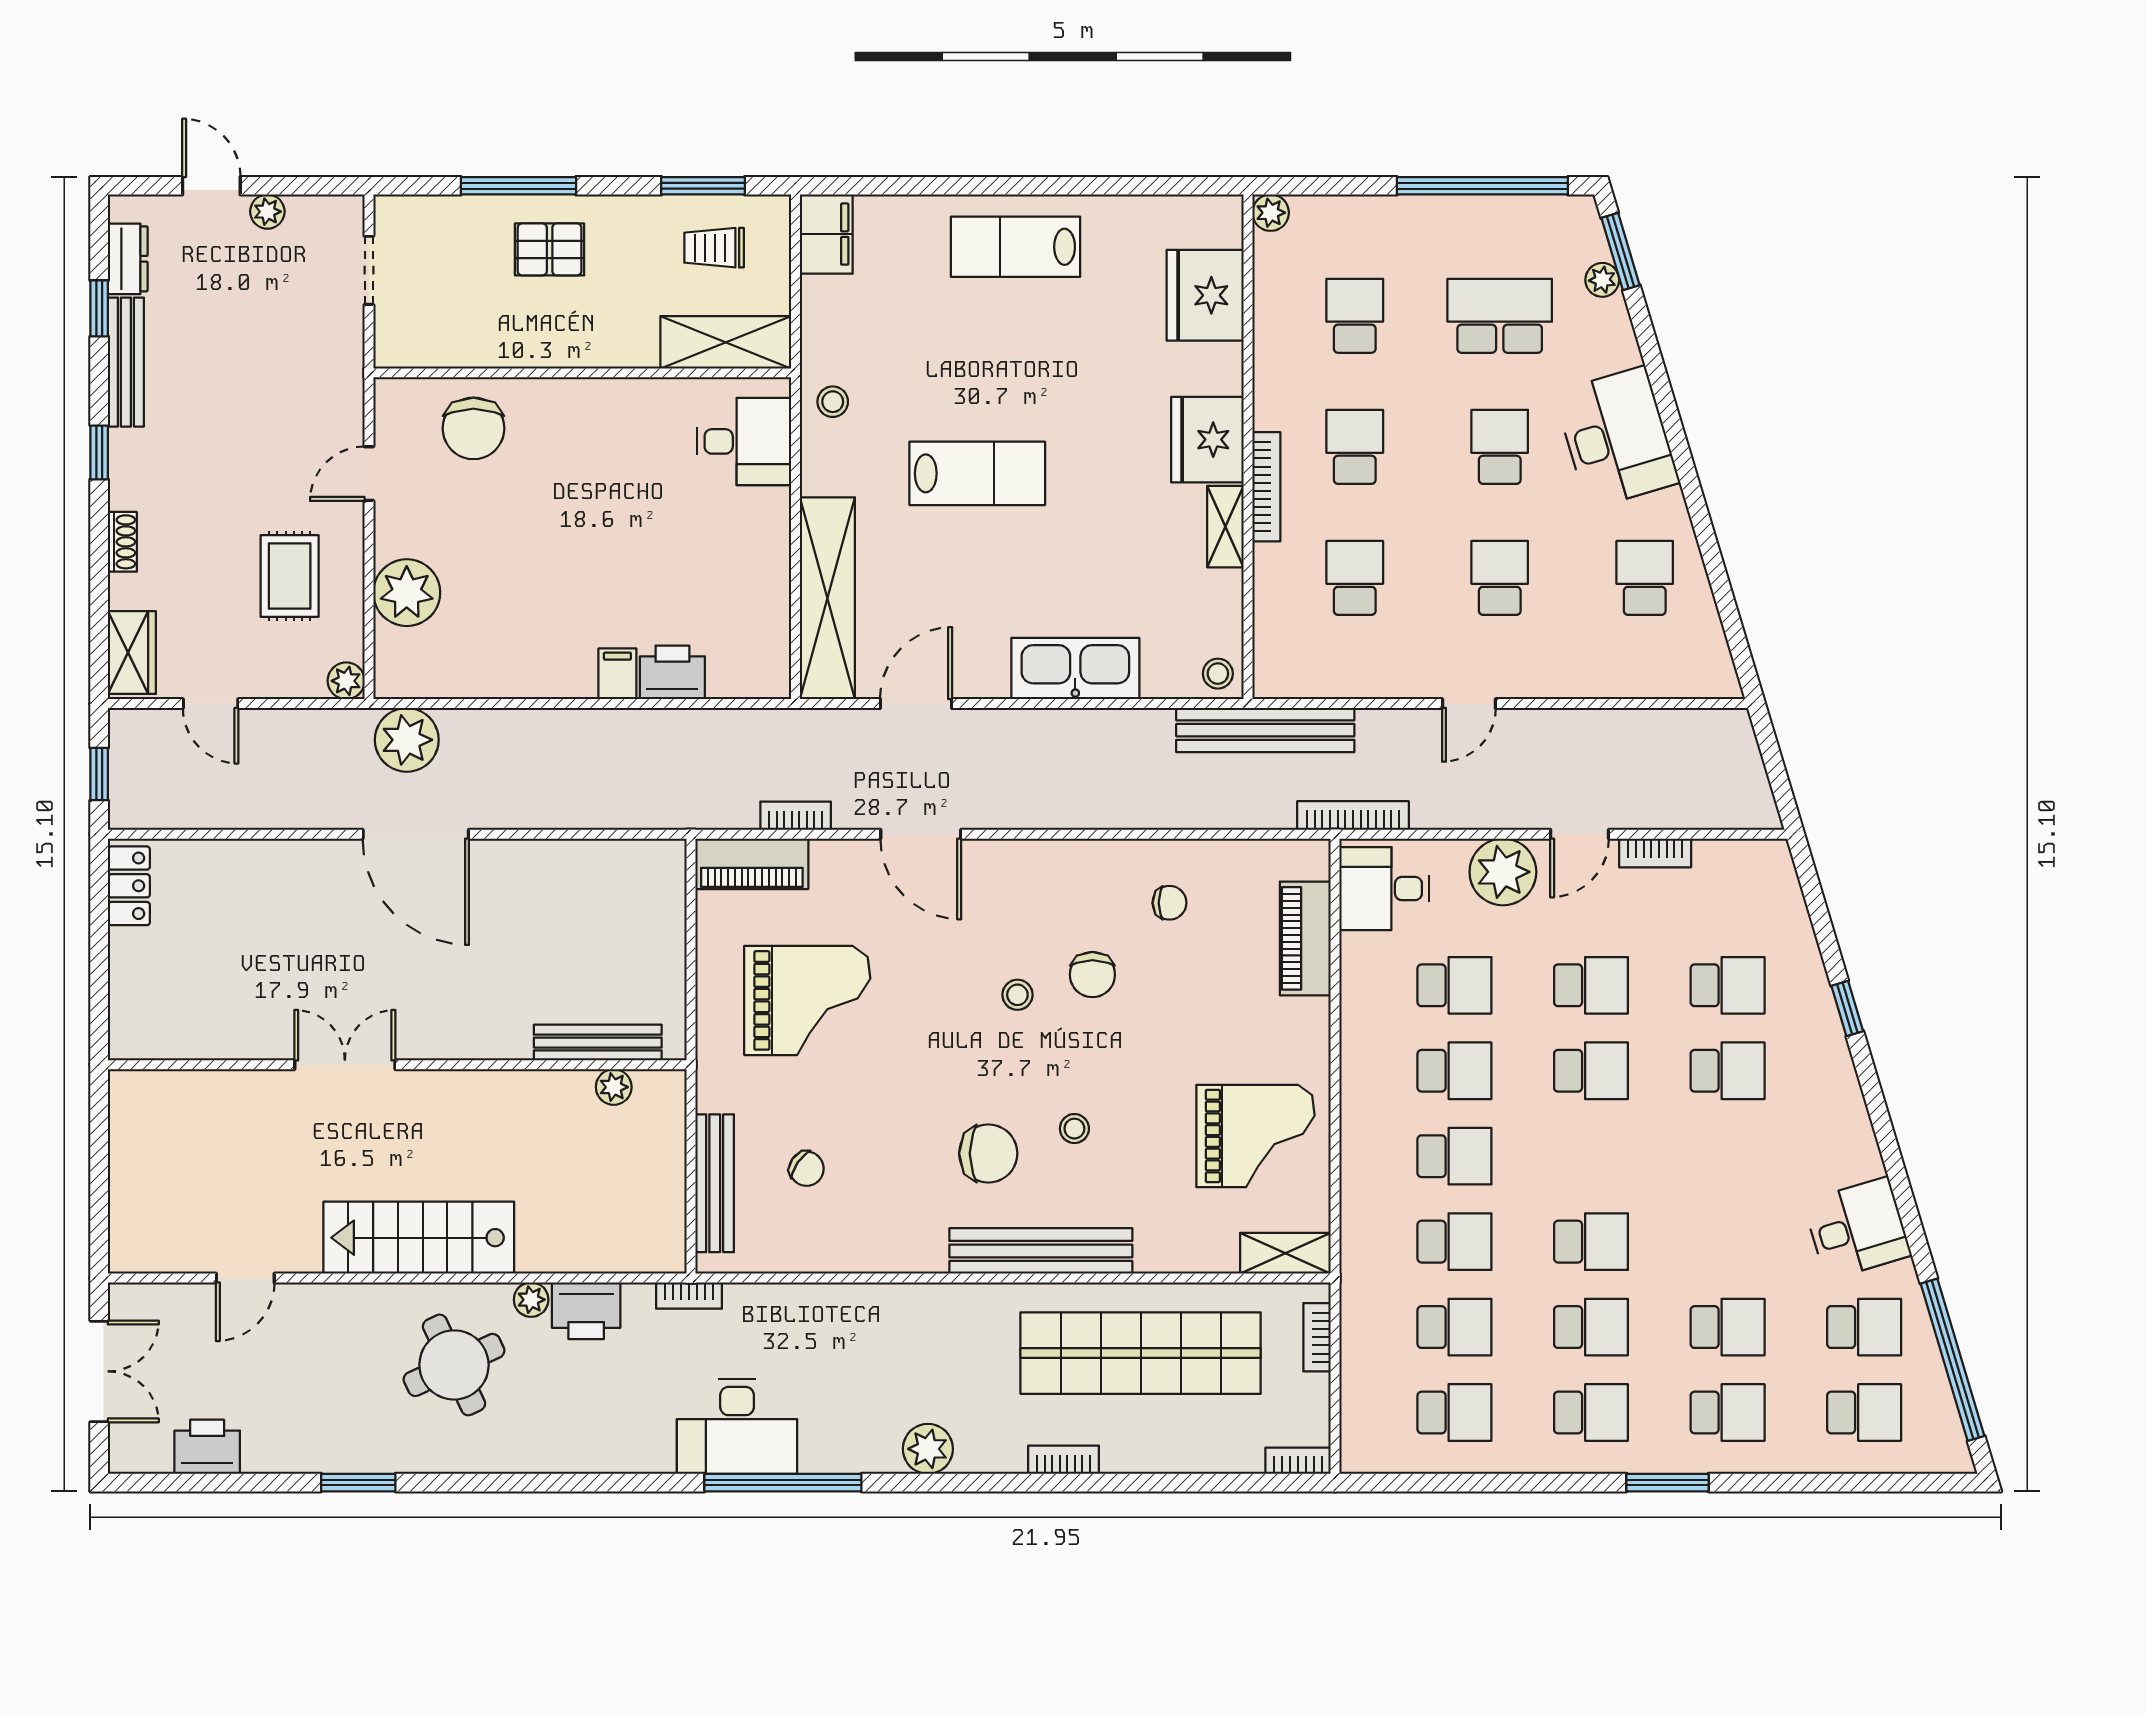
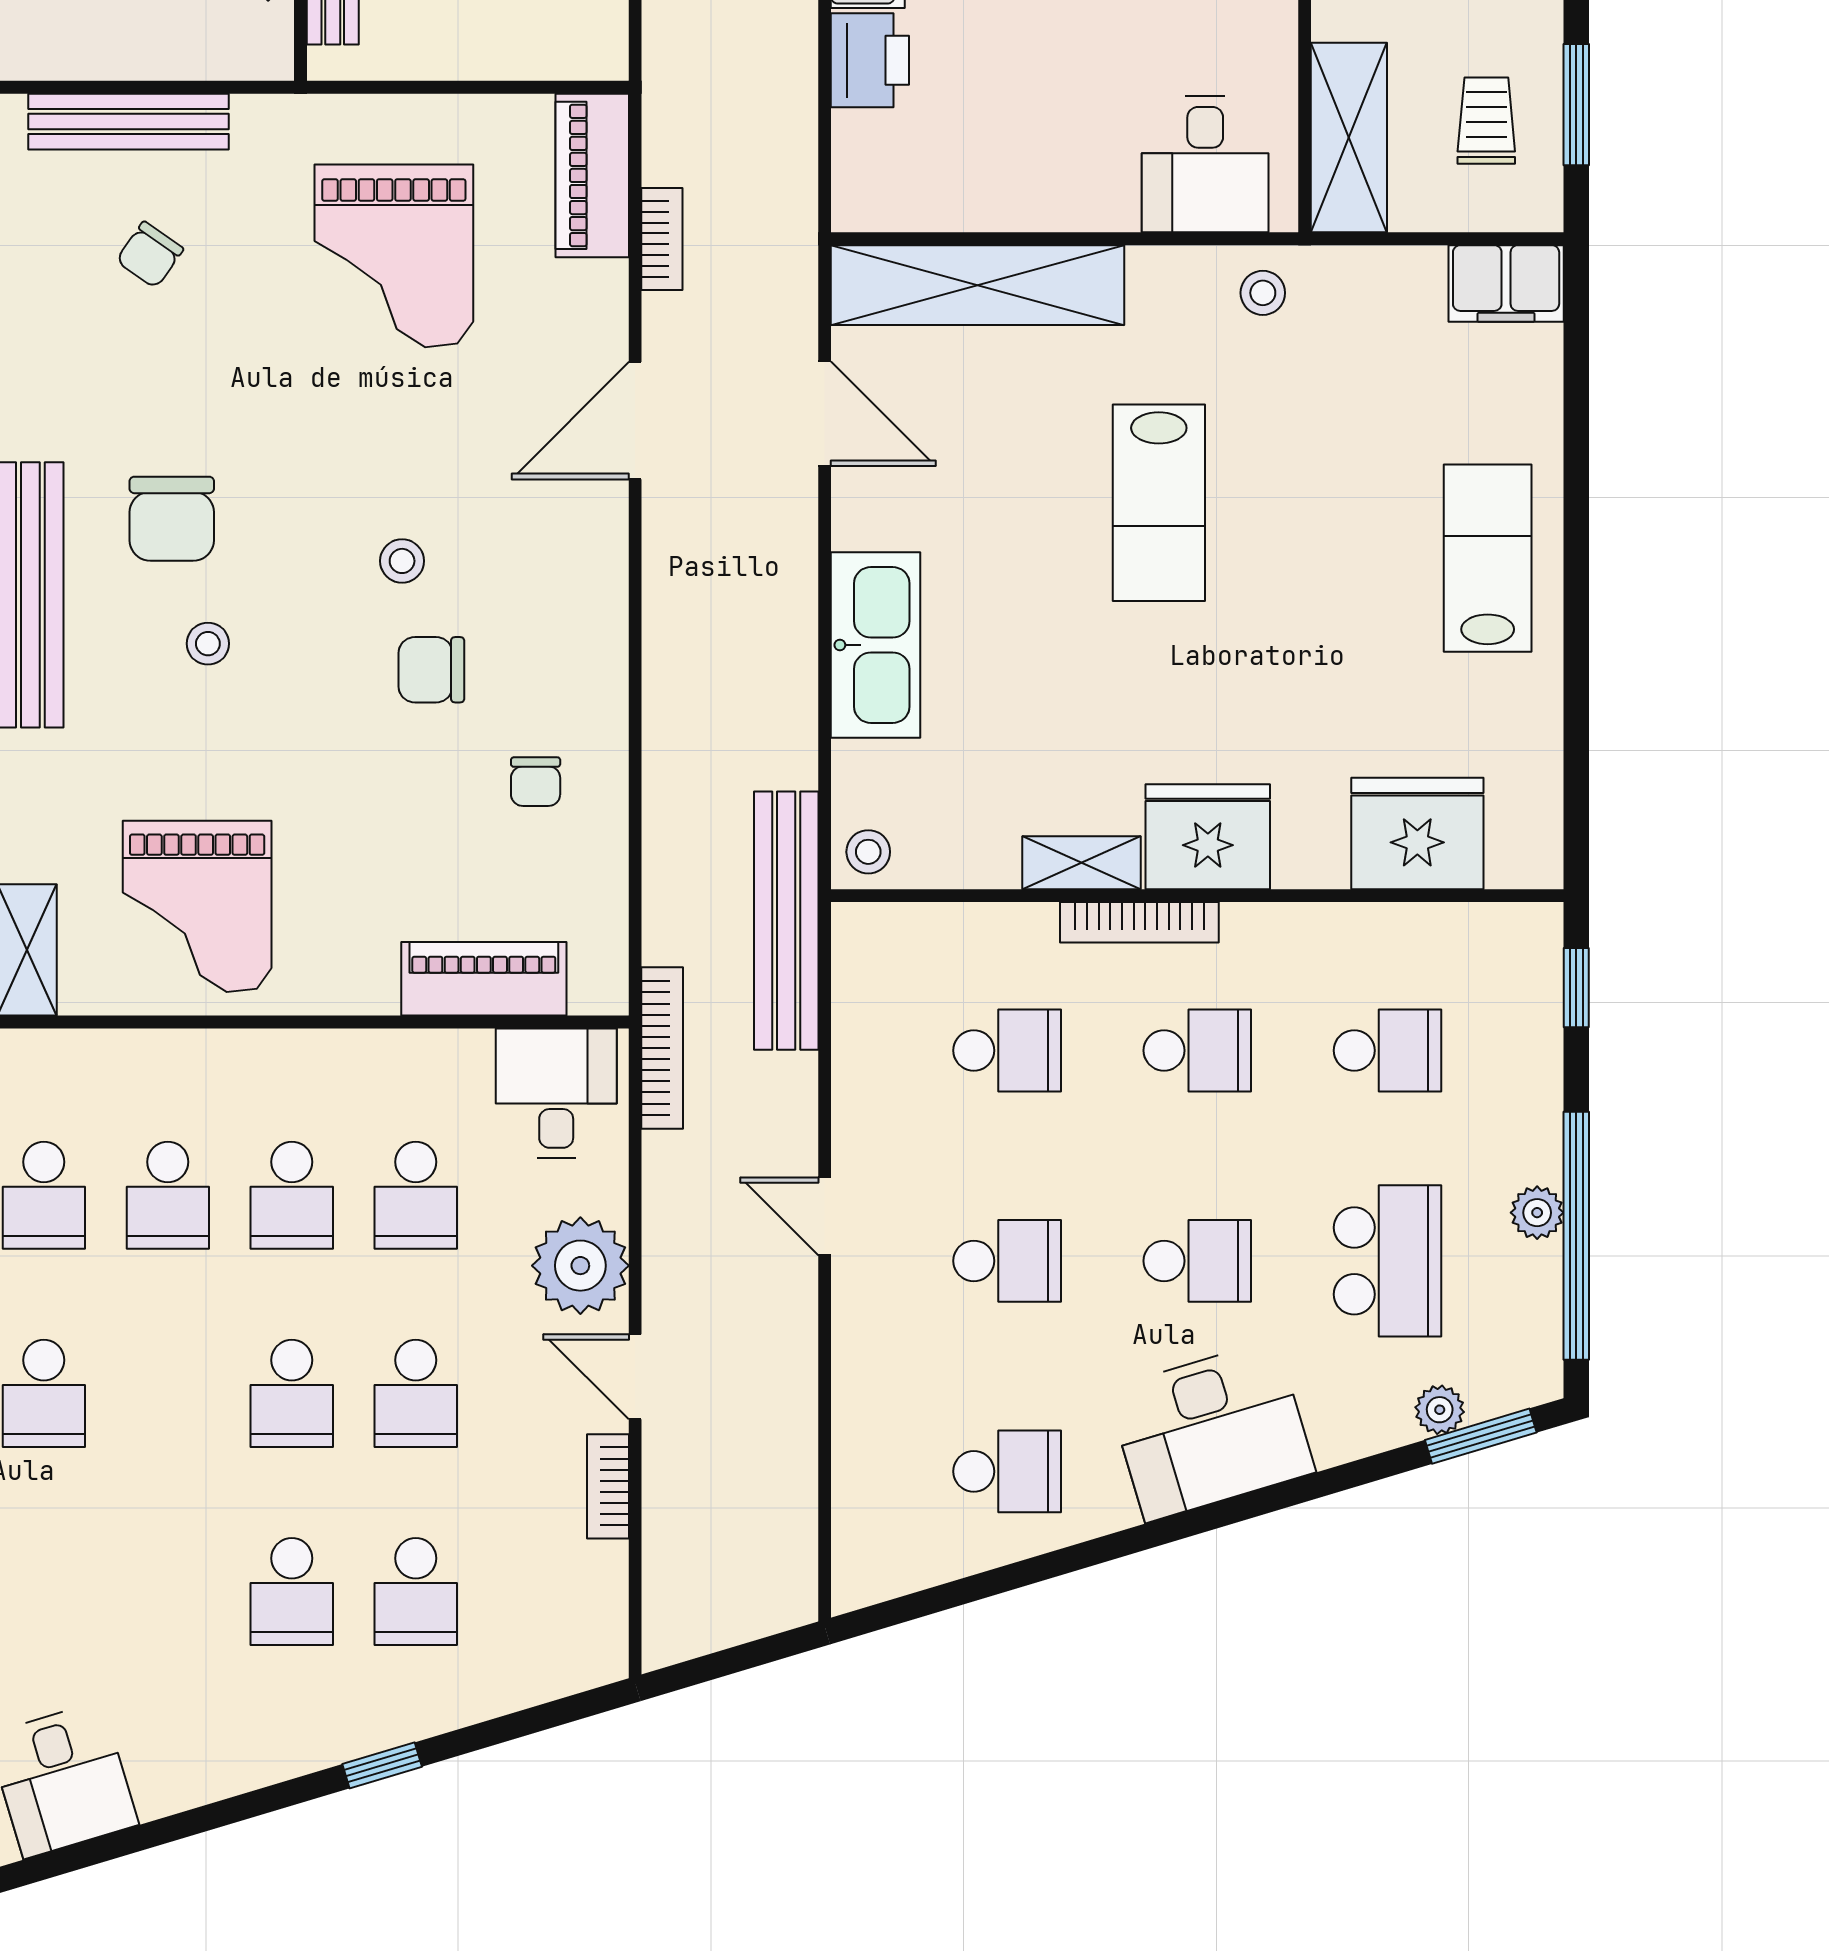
window: (1311, 186) -> (1576, 988), added
plant: (1271, 213) -> (1537, 1213), moved

